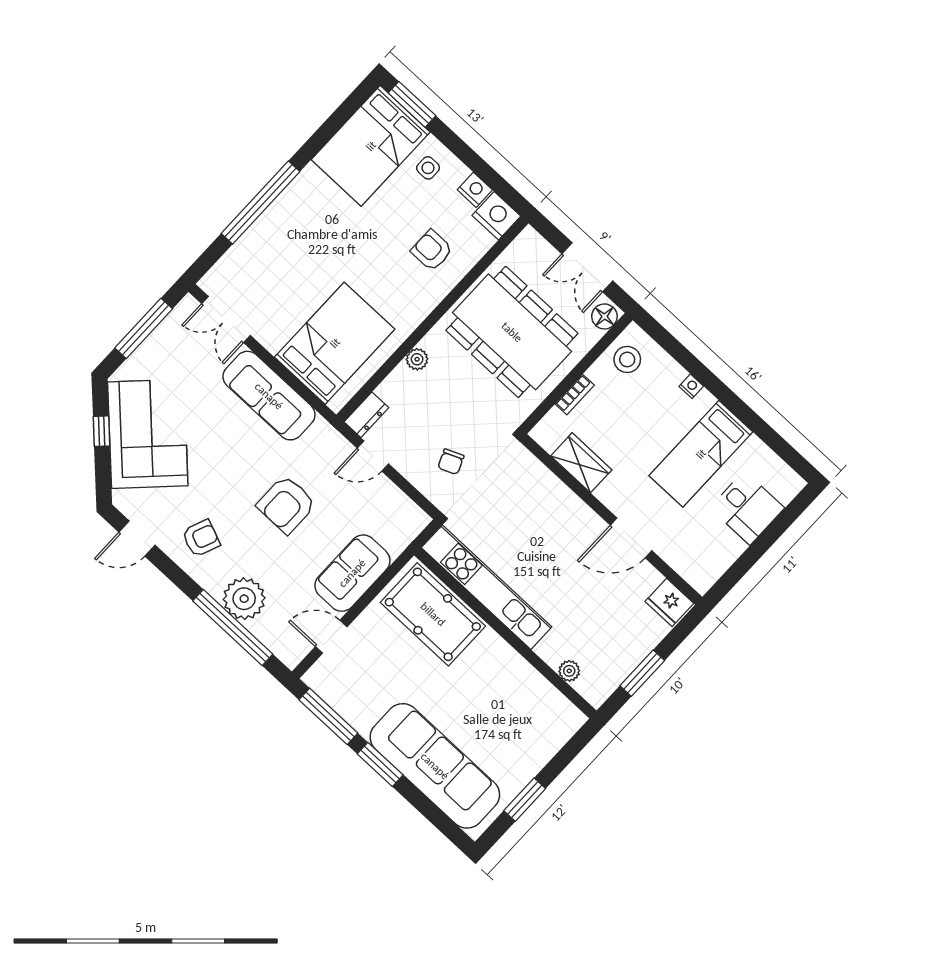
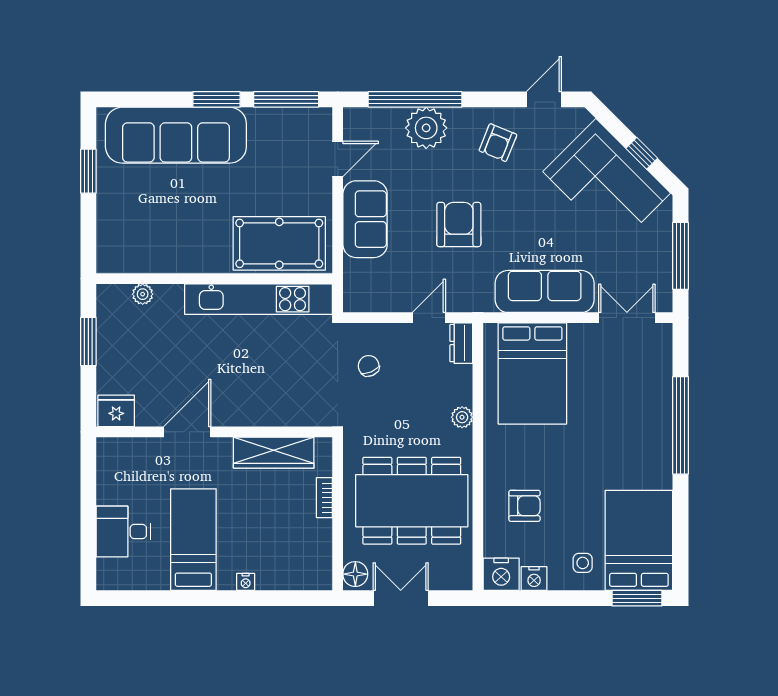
stool: (627, 359) -> (310, 558), removed
wardrobe: (581, 463) -> (274, 453), width x1.50

